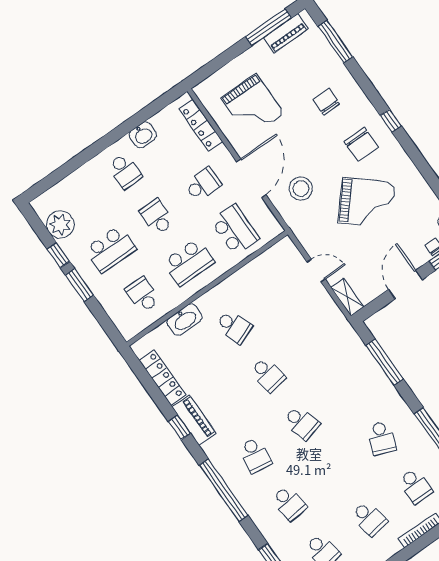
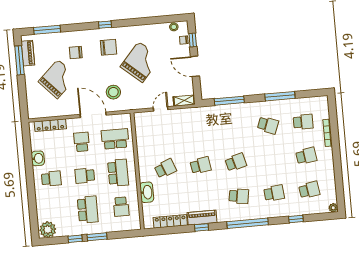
grand piano: (253, 106) -> (58, 79), moved, turned -43
plant: (60, 225) -> (48, 230), moved
school desk: (143, 295) -> (121, 207), turned -90

